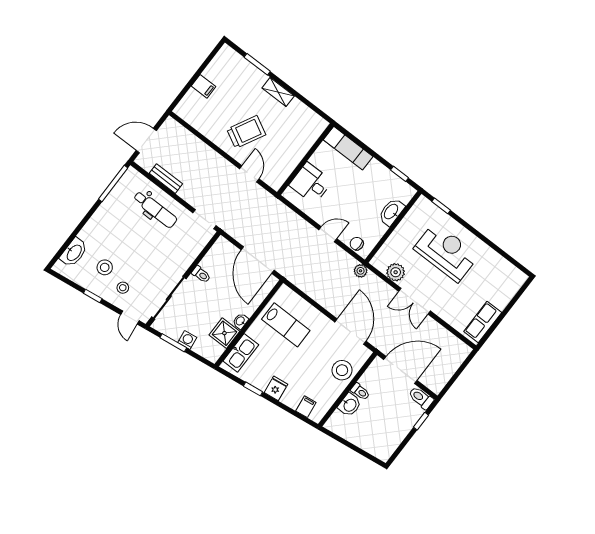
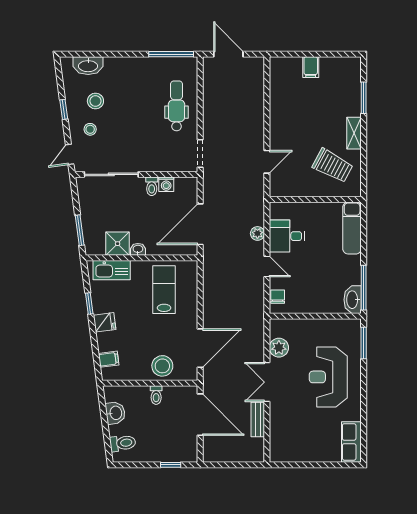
trolley: (246, 132) -> (333, 166), moved
window: (400, 174) -> (364, 288), width x2.17
bench: (166, 179) -> (258, 420), moved
desk: (311, 183) -> (287, 236), moved, turned -90
window: (441, 206) -> (364, 343), width x1.50
dental chair: (155, 209) -> (177, 106), turned 180
washbasin: (391, 212) -> (353, 300), moved, turned -90
reception desk: (446, 252) -> (328, 377), turned 180
plant: (361, 271) -> (257, 233), moved
row of seats: (483, 322) -> (351, 442), moved, turned -90
lab bench: (286, 325) -> (164, 290), turned 180
washing machine: (187, 340) -> (166, 184), moved, turned 97
window: (173, 343) -> (80, 230), moved
toilet: (421, 398) -> (123, 443), moved, turned 83
washbasin: (350, 405) -> (115, 413), moved, turned -97

